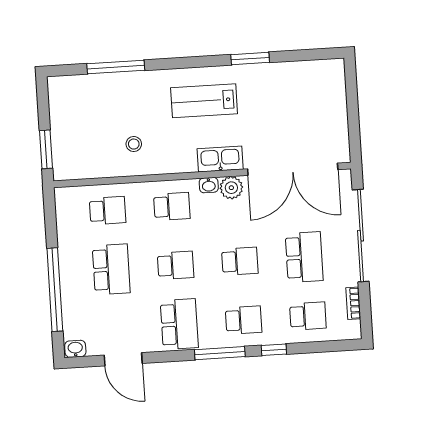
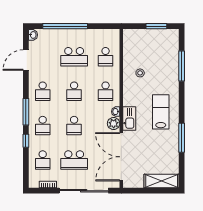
window: (250, 59) -> (182, 138), width x1.44
shelving: (333, 91) -> (162, 181), added
window: (46, 149) -> (156, 26), moved
school desk: (179, 324) -> (43, 91), width x0.54

